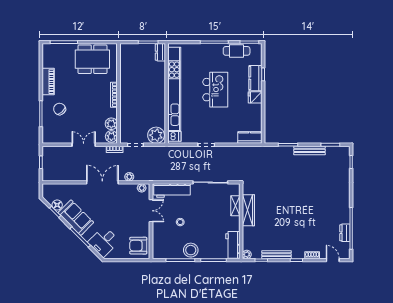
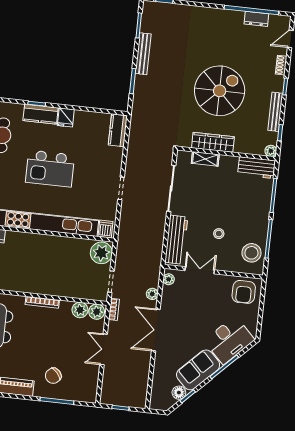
kitchen island: (215, 90) -> (50, 169), turned 180
spiral stairs: (288, 211) -> (220, 91), added
desk: (104, 242) -> (229, 340), width x1.37
stool: (191, 250) -> (251, 253), moved

